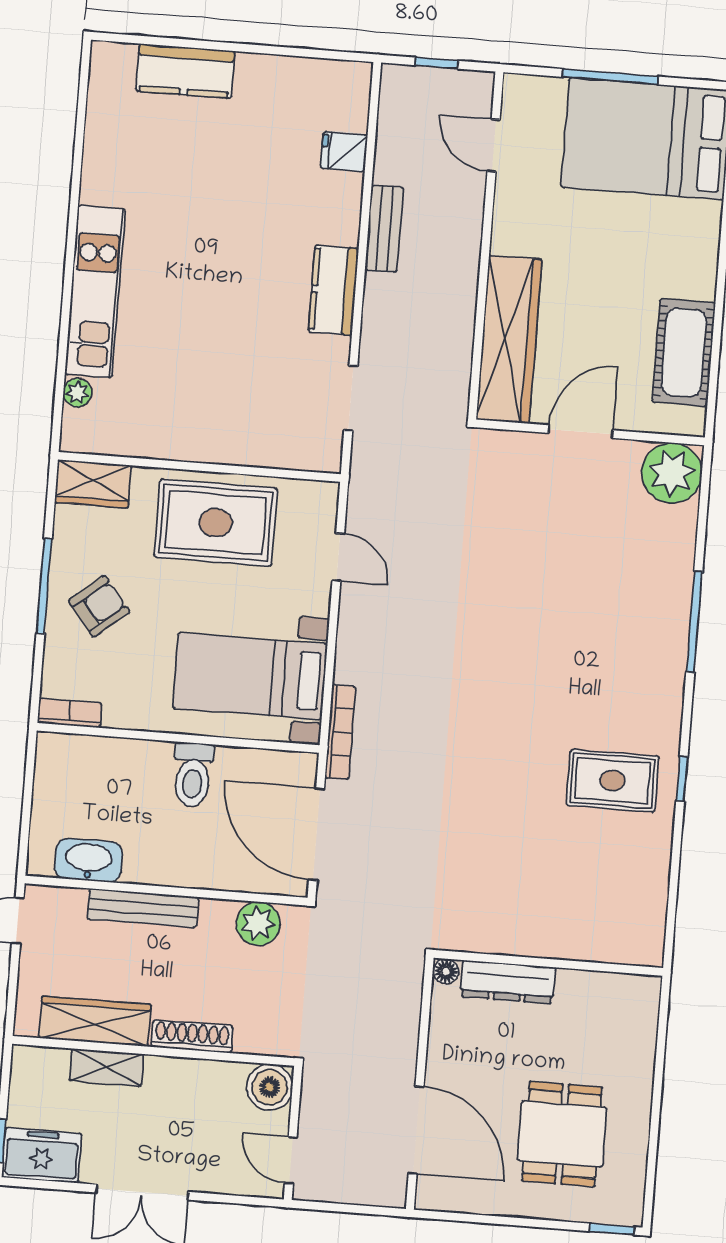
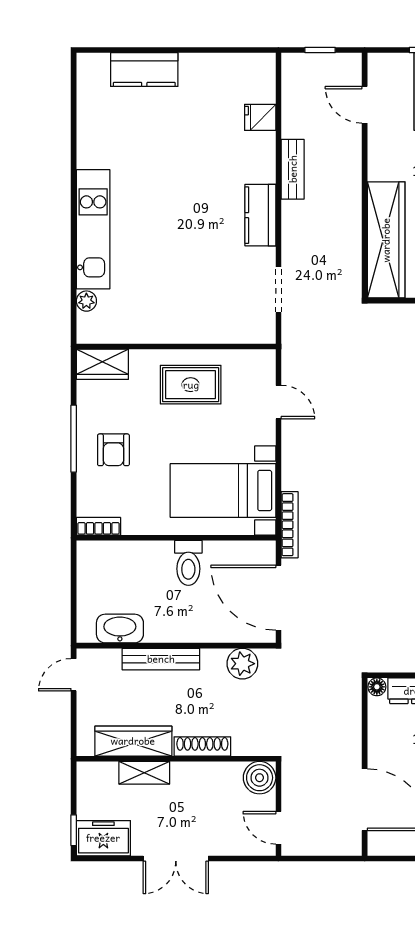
rug: (216, 523) -> (191, 385), width x0.73, depth x0.70
armchair: (99, 606) -> (113, 450), turned 129

